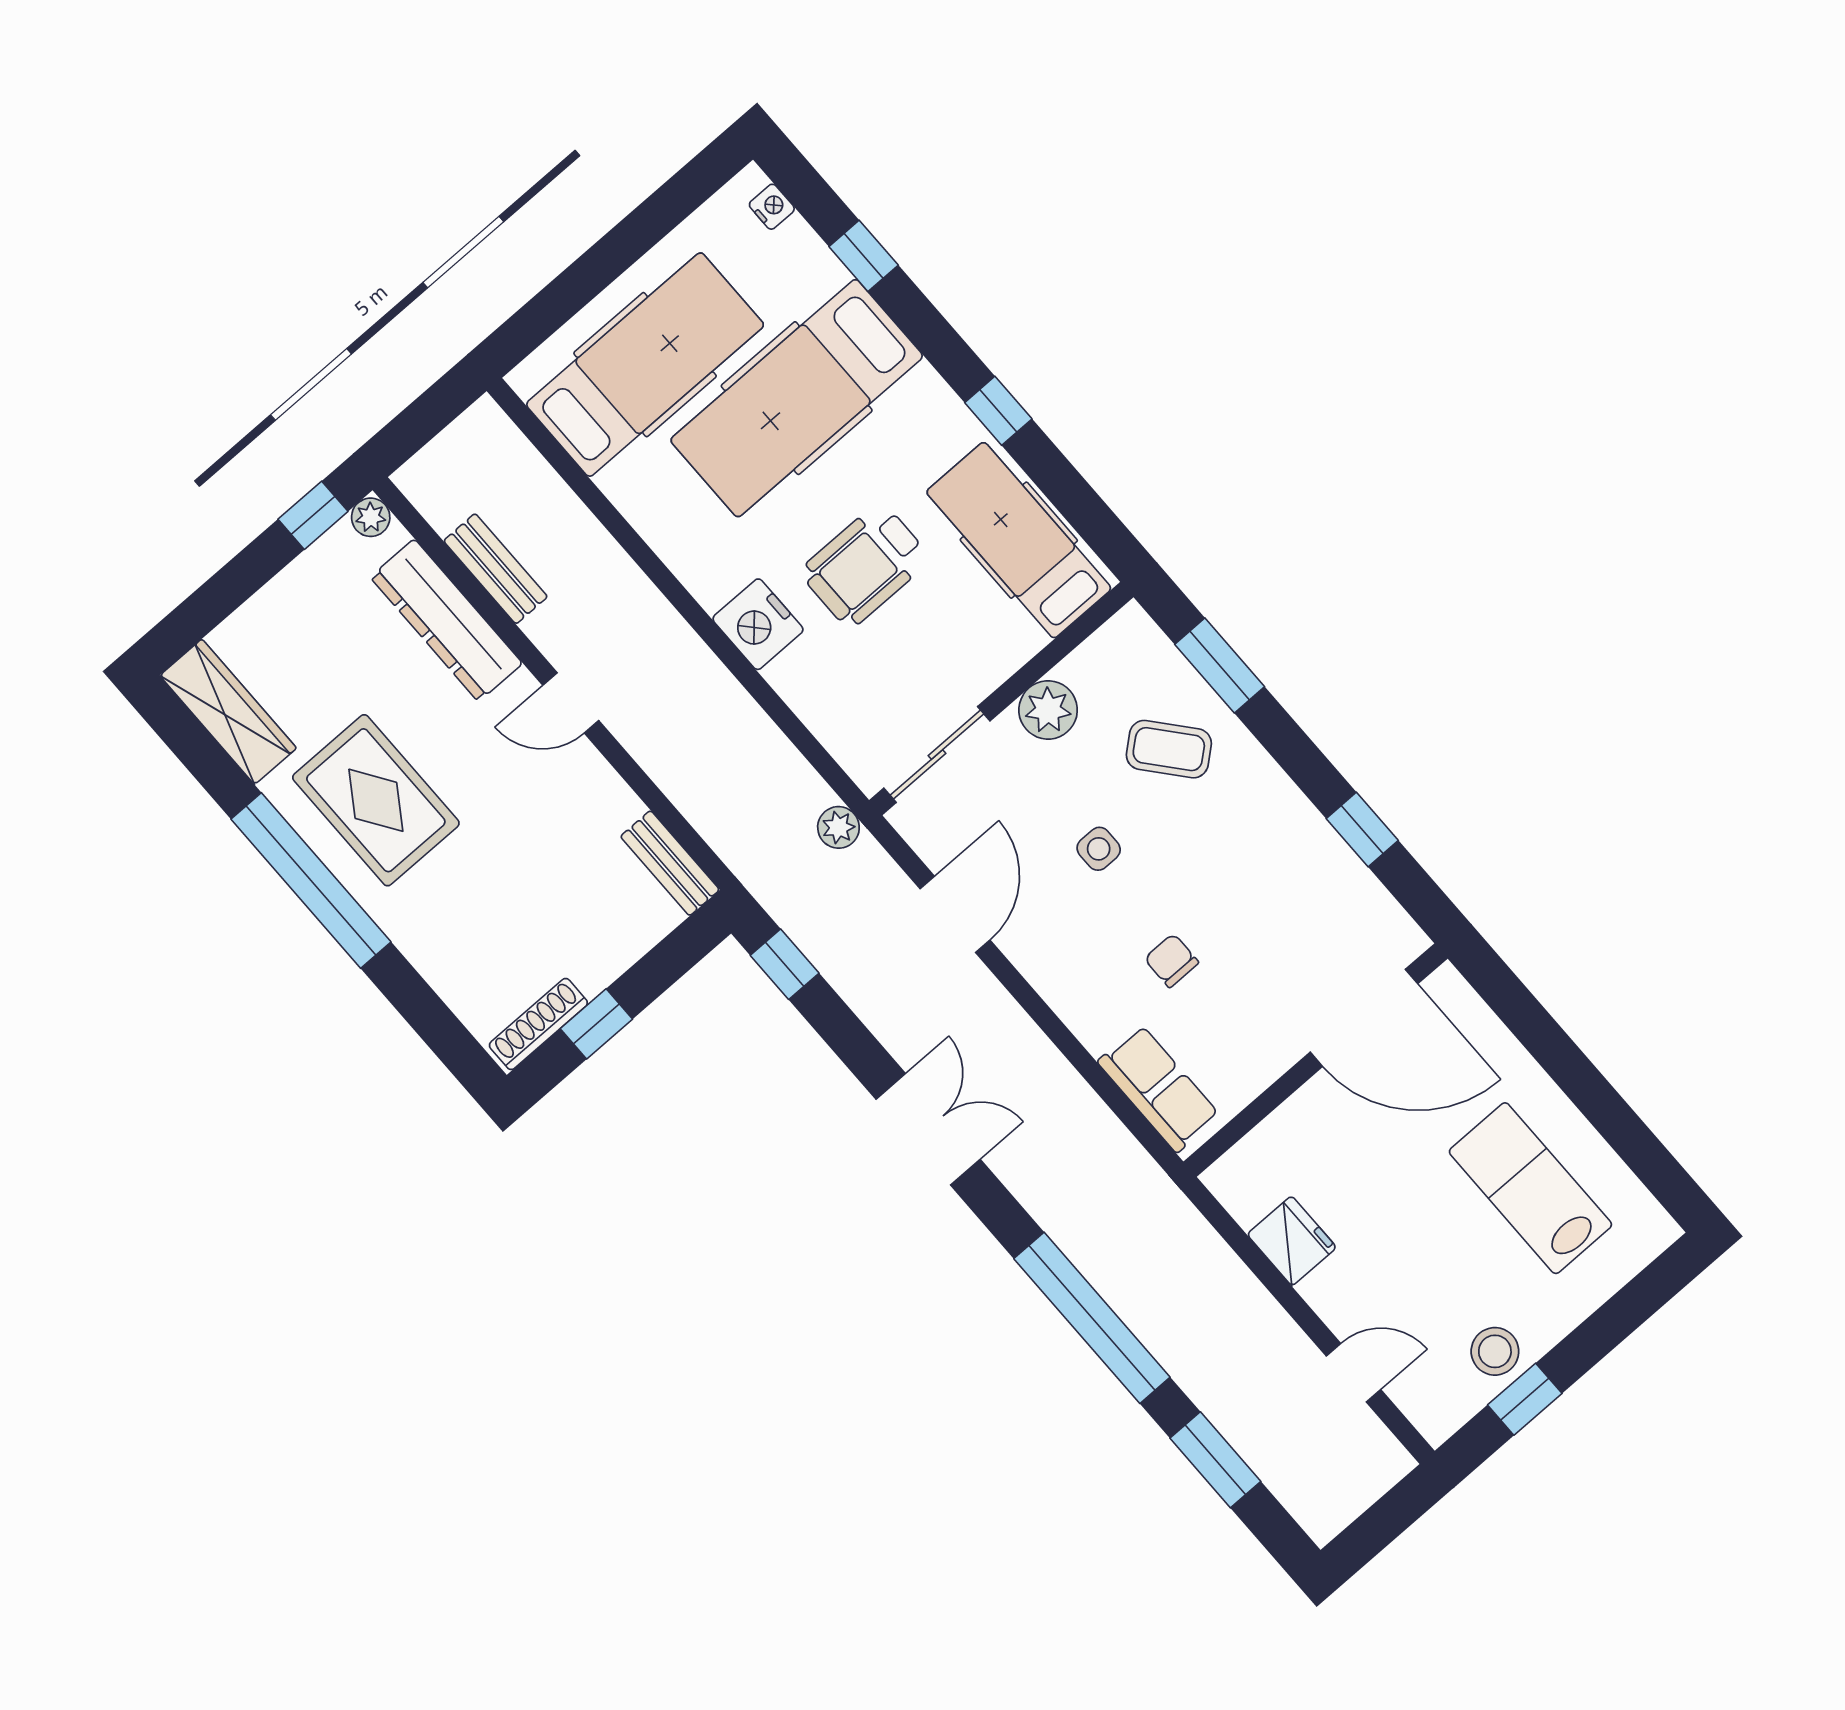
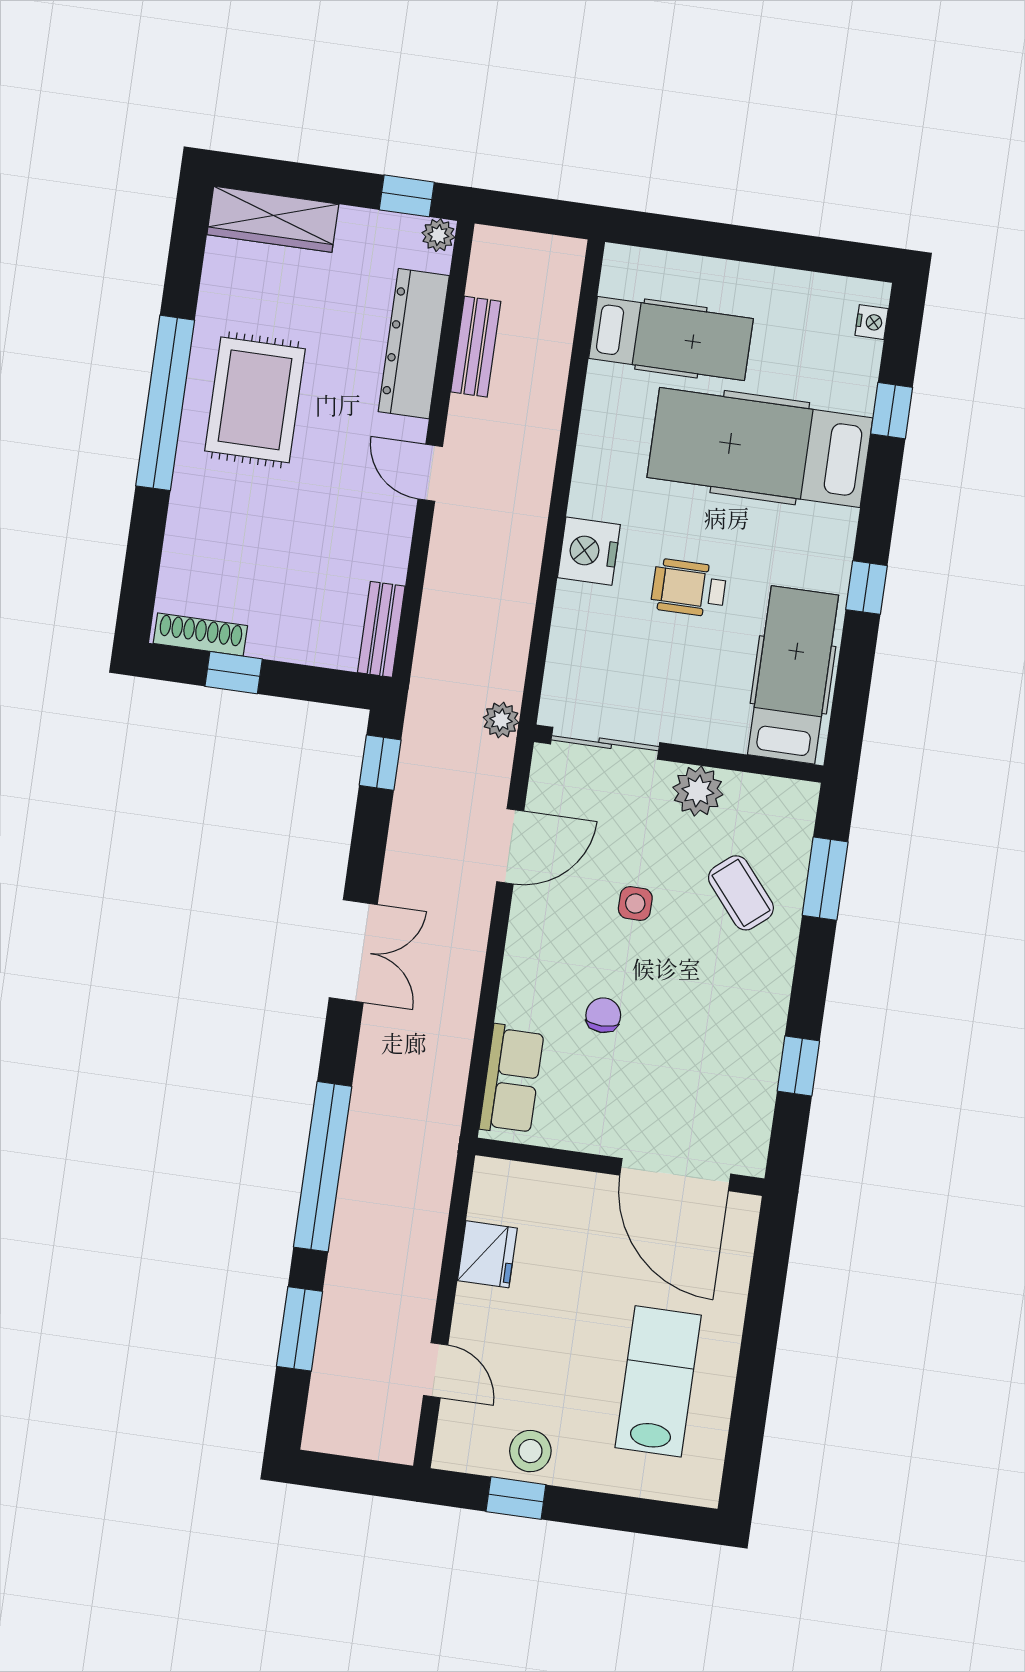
hospital bed: (645, 365) -> (671, 338), width x0.73, depth x0.78
wheelchair: (865, 565) -> (689, 588), width x0.73, depth x0.73
wardrobe: (228, 712) -> (273, 219), moved, turned 90

